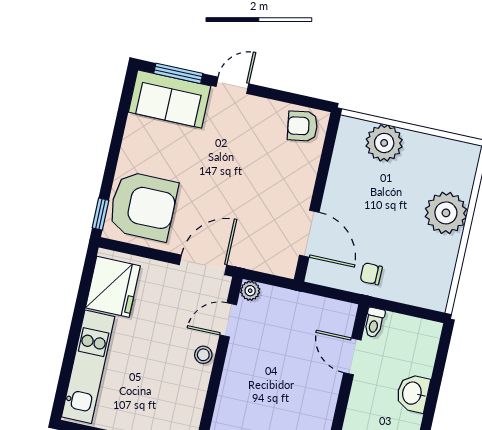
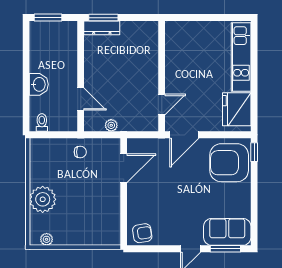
plant: (384, 143) -> (47, 239), moved, width x0.53, depth x0.53
door: (309, 234) -> (124, 168), swing flipped
plant: (250, 291) -> (111, 125), moved
toilet: (374, 323) -> (42, 123), moved
stool: (203, 355) -> (172, 80), removed

